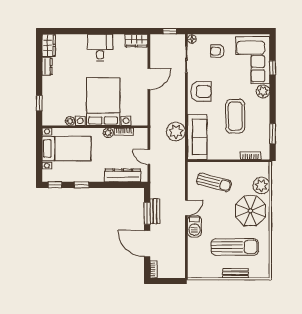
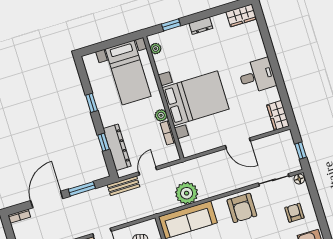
dresser: (47, 67) -> (201, 26), moved
plant: (70, 121) -> (156, 49), moved
window: (55, 185) -> (104, 142), moved
bench: (155, 211) -> (124, 186), moved

